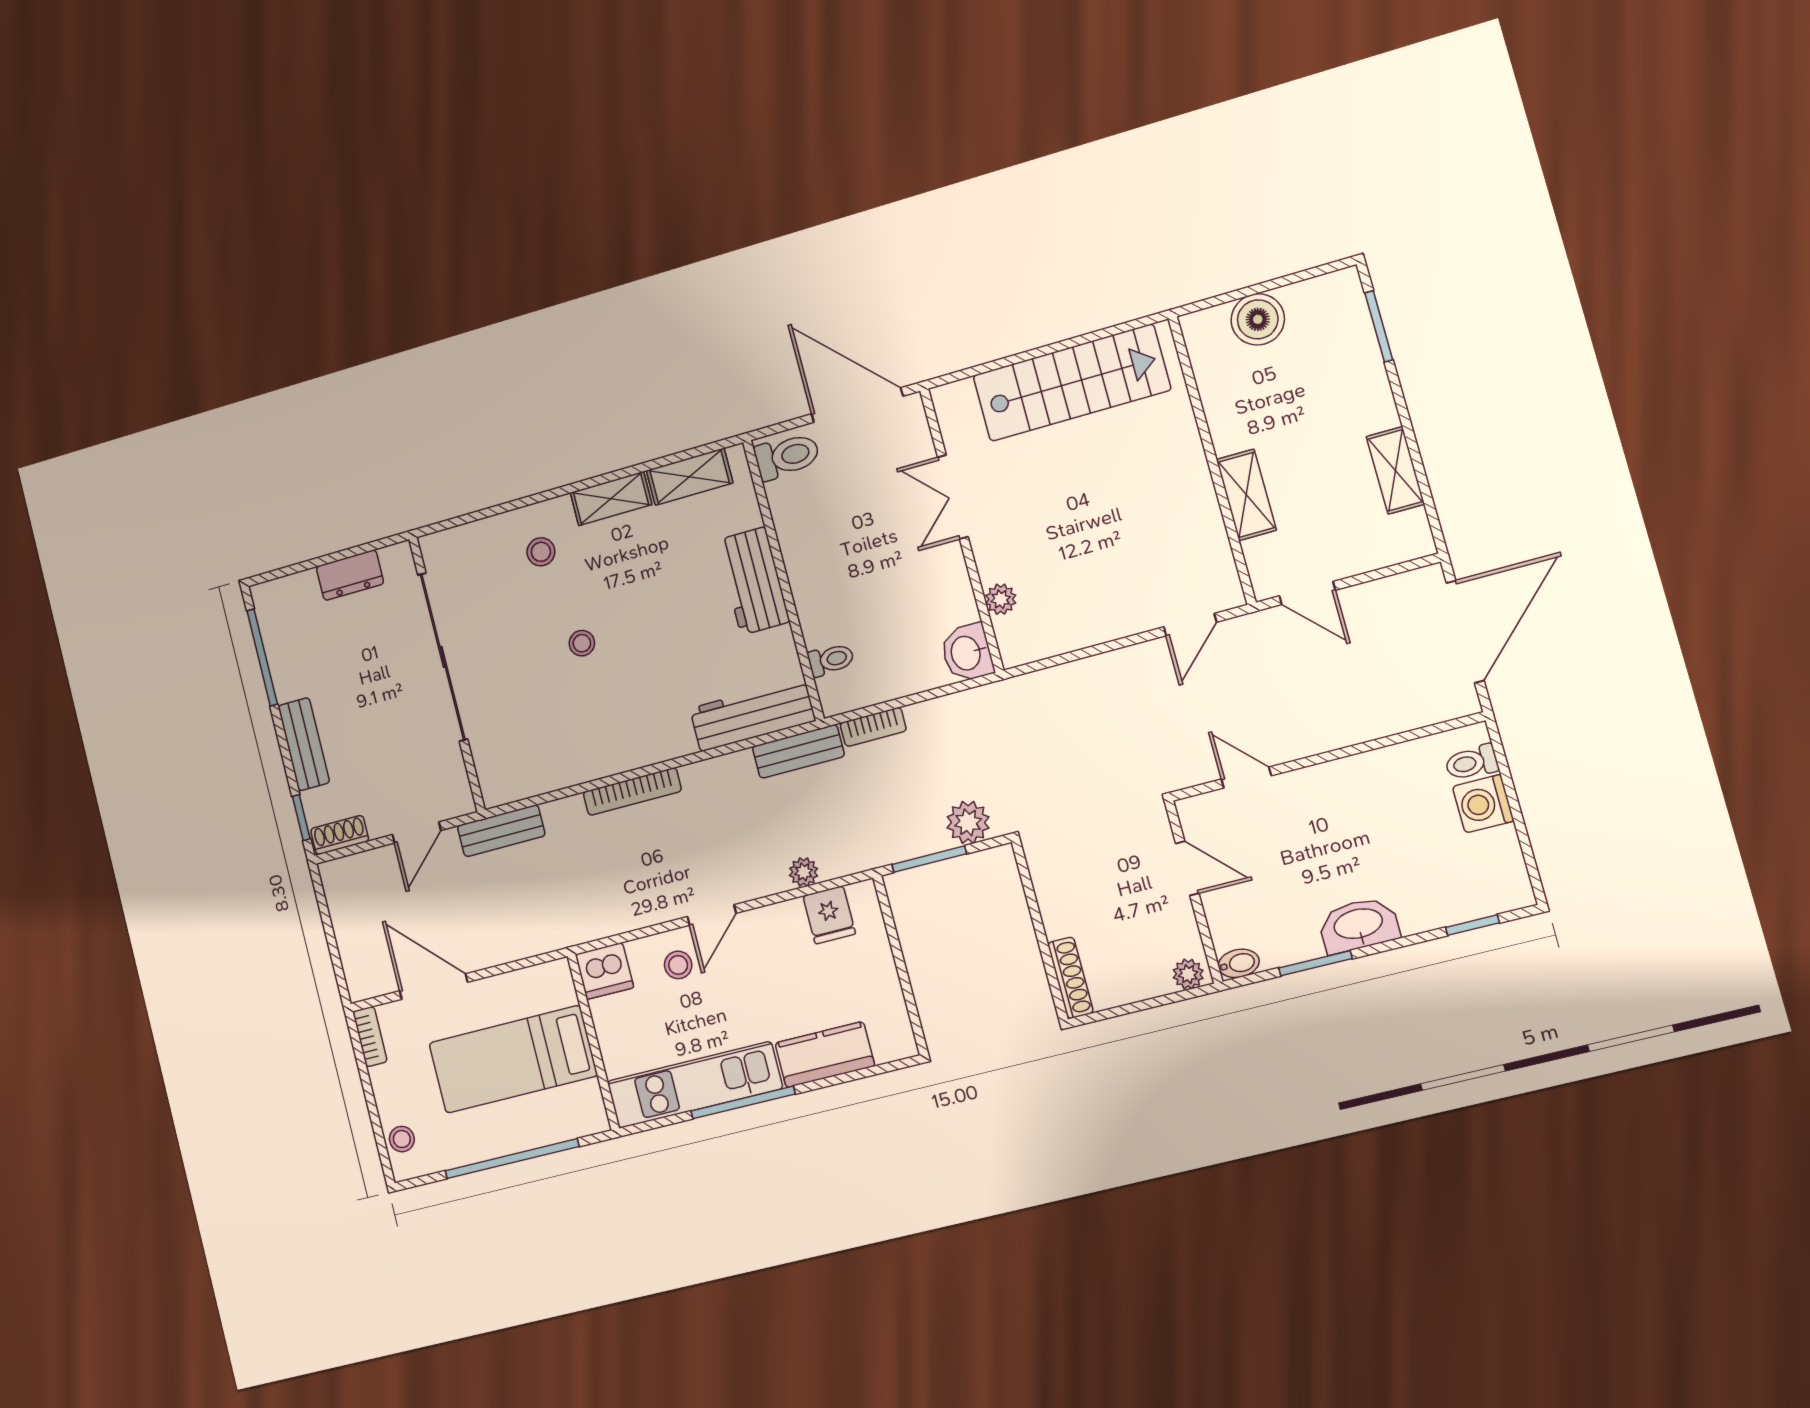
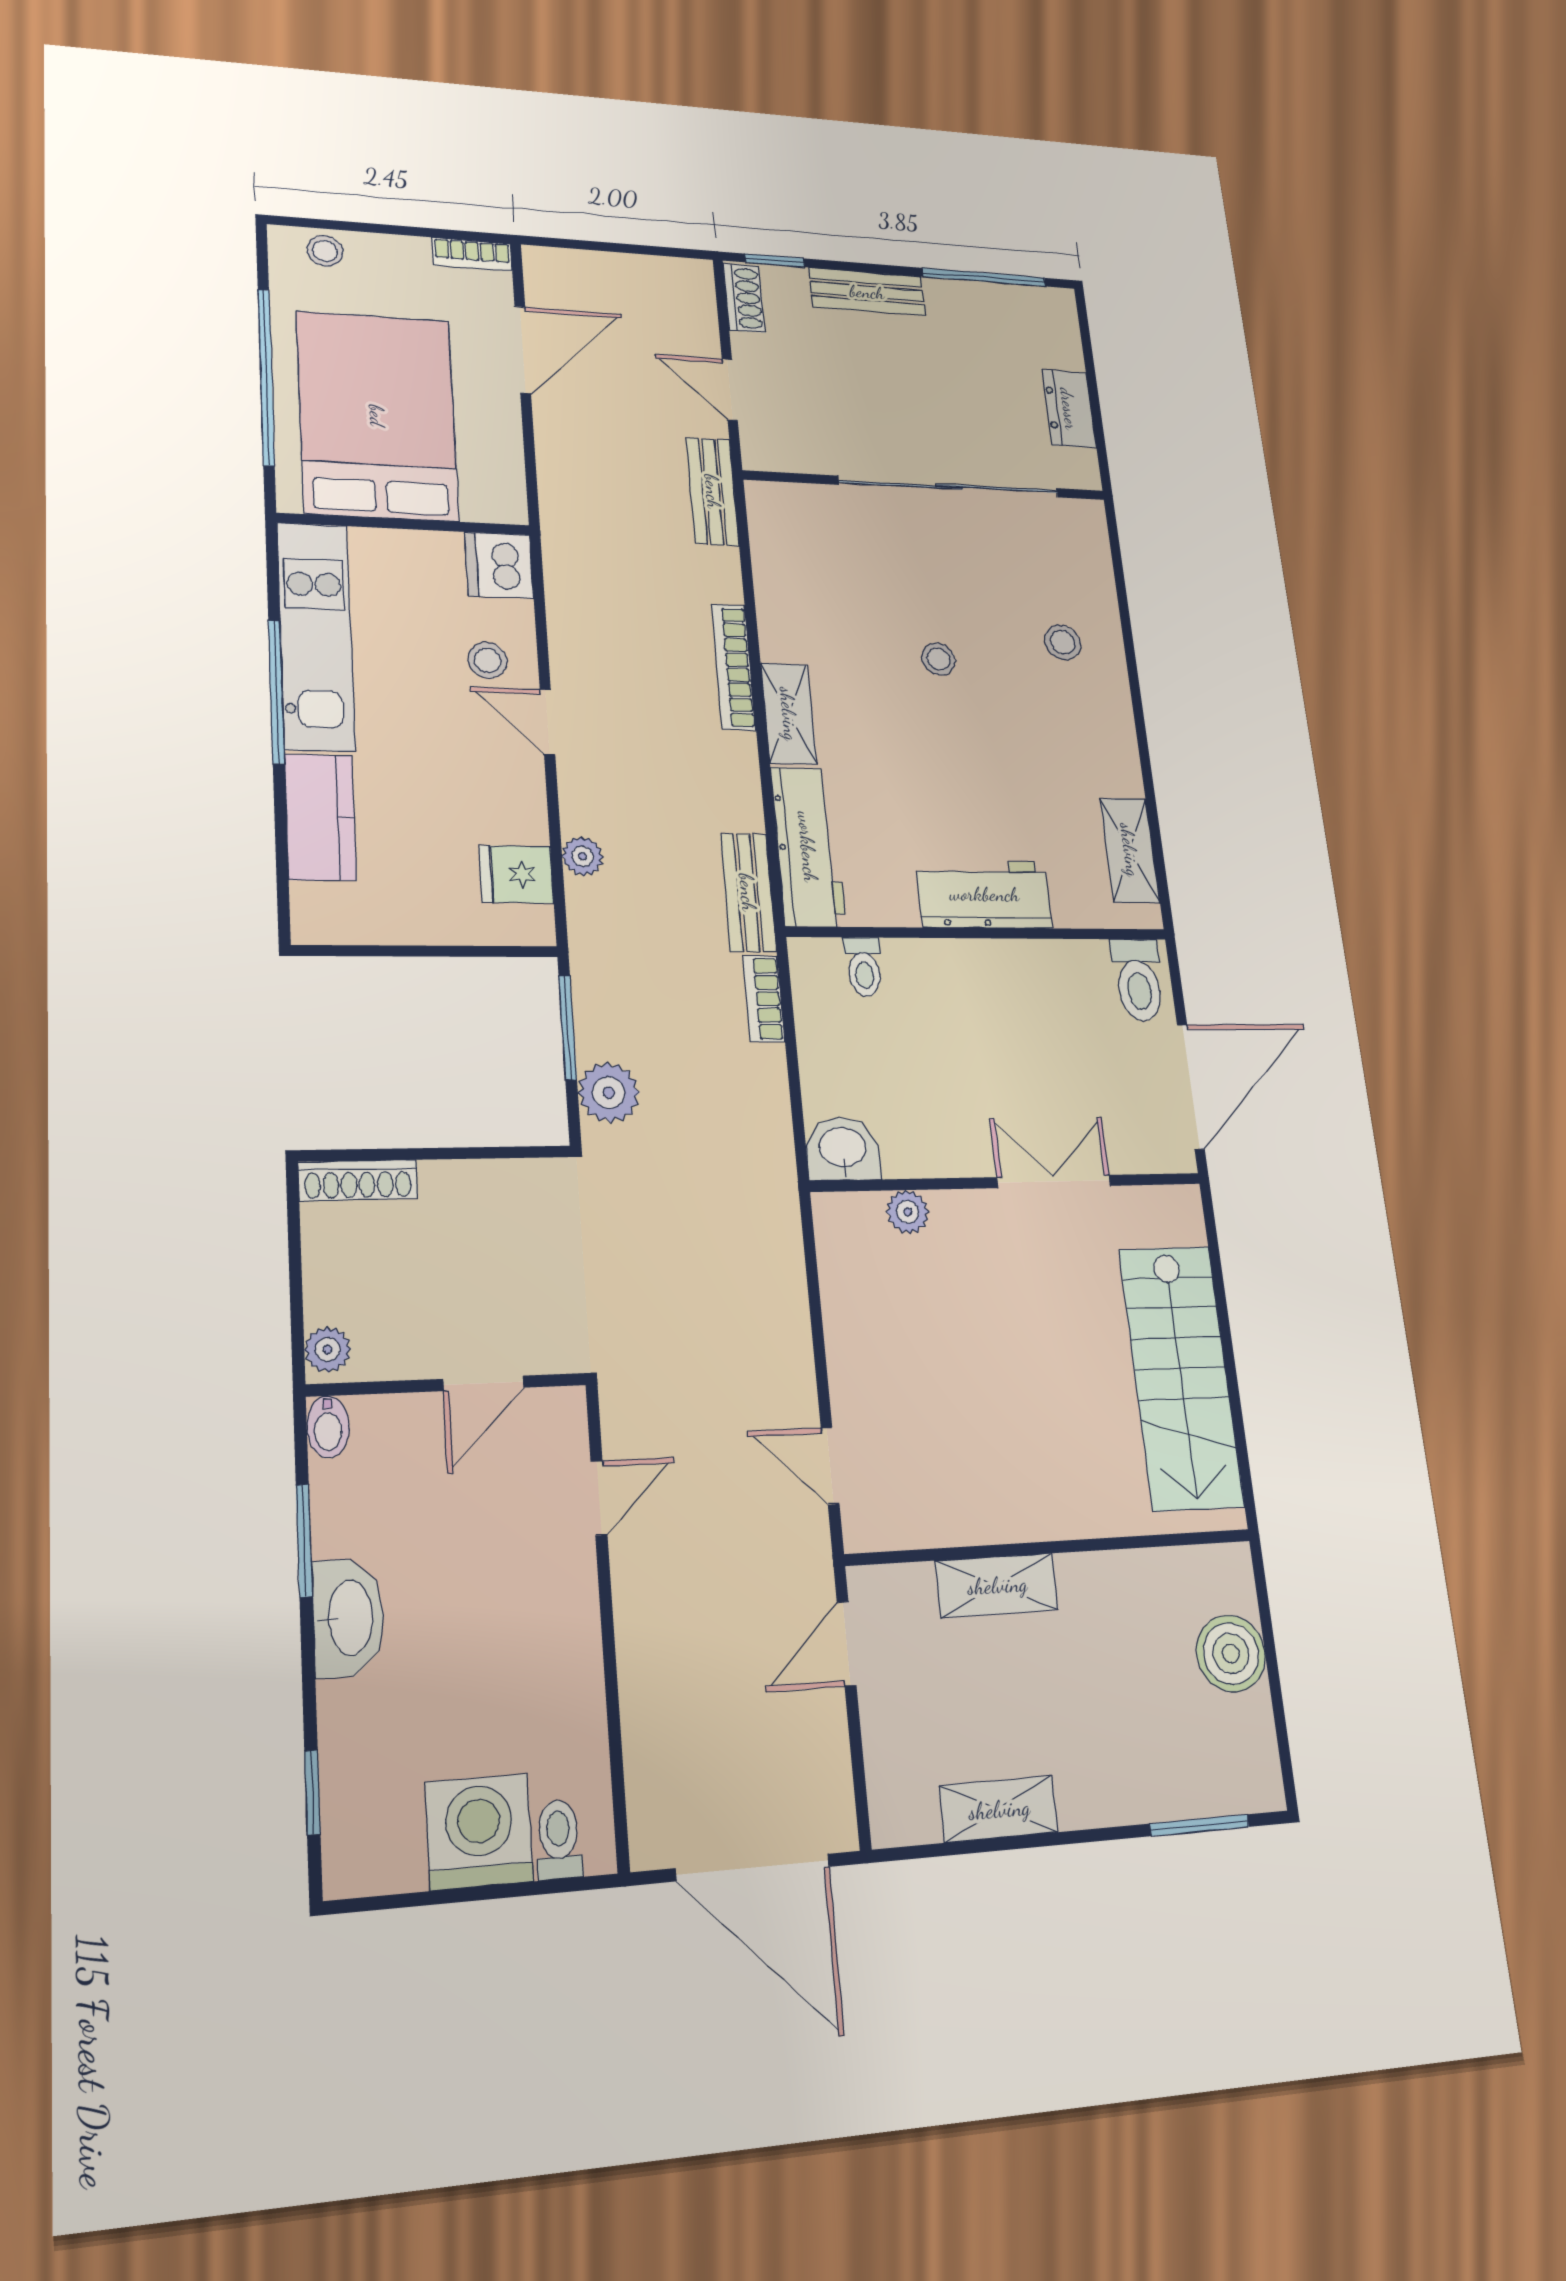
shelving: (611, 499) -> (789, 714), moved
washing machine: (1483, 804) -> (479, 1832), width x1.37, depth x1.37
bed: (513, 1059) -> (377, 416), width x1.50

